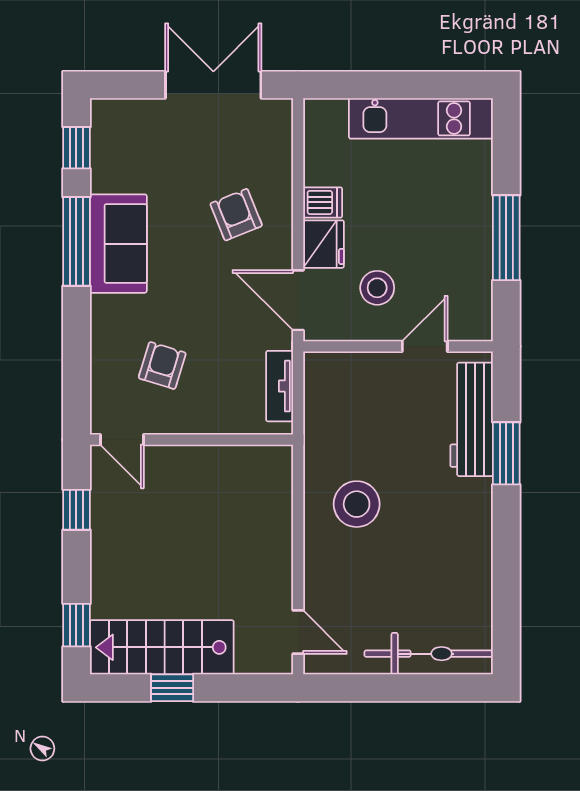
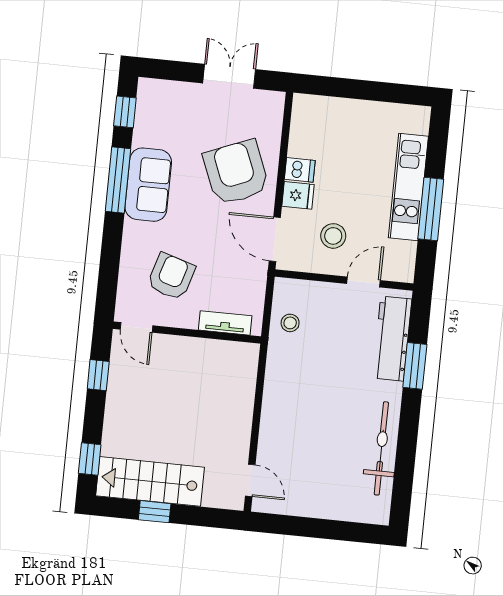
double door: (213, 85) -> (229, 76), width x0.73
kitchen unit: (421, 118) -> (408, 187), moved, turned 90
armchair: (236, 215) -> (236, 172), width x1.88, depth x1.88
fridge: (323, 244) -> (298, 195), width x0.72
armchair: (162, 365) -> (171, 277), width x1.38, depth x1.38
tv unit: (280, 386) -> (225, 323), moved, turned 90
stool: (357, 504) -> (290, 323), moved, width x0.53, depth x0.53
bicycle: (429, 654) -> (381, 448), moved, turned -90

